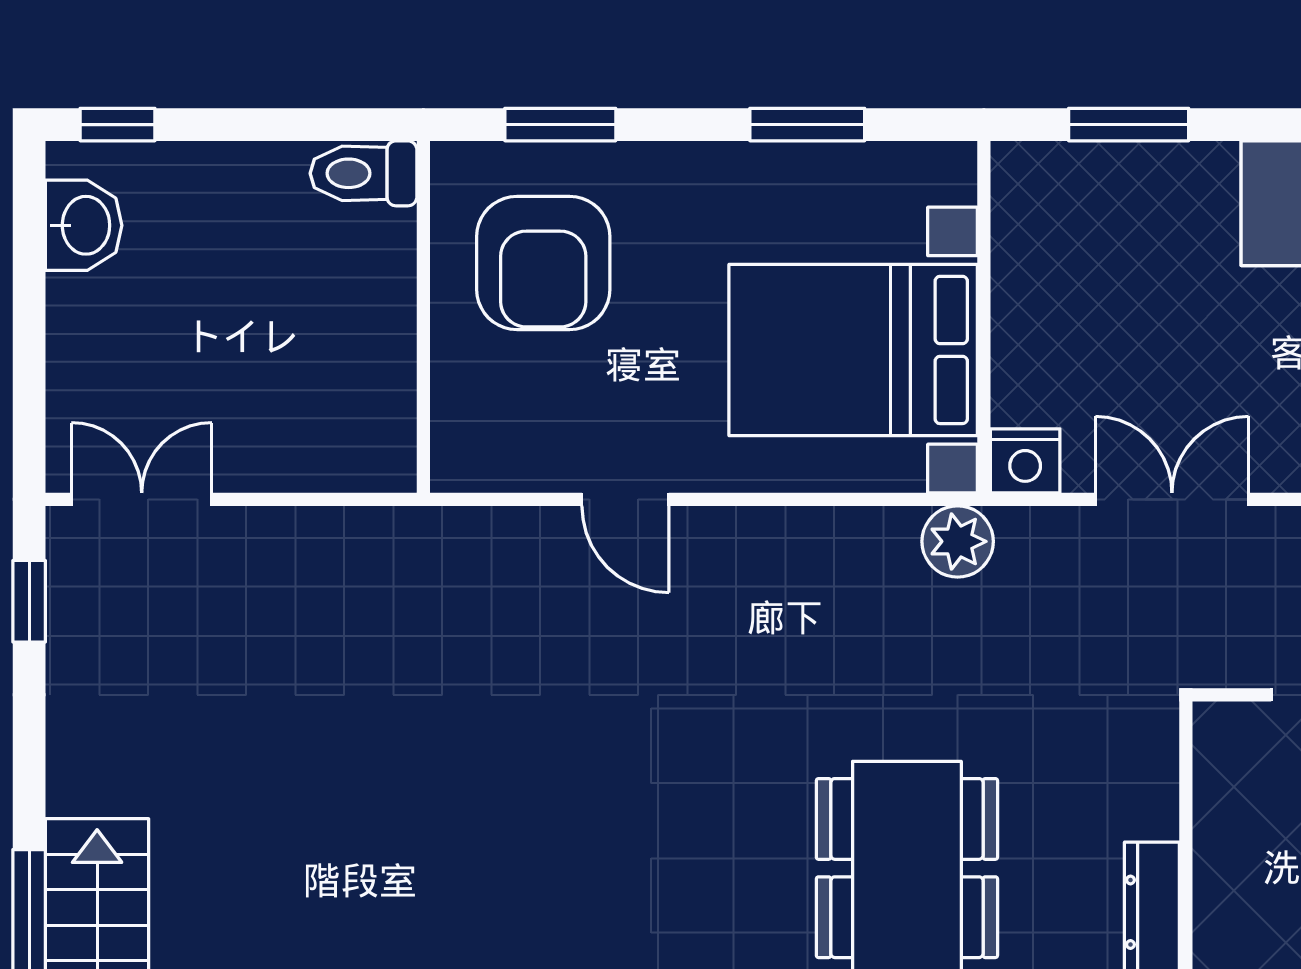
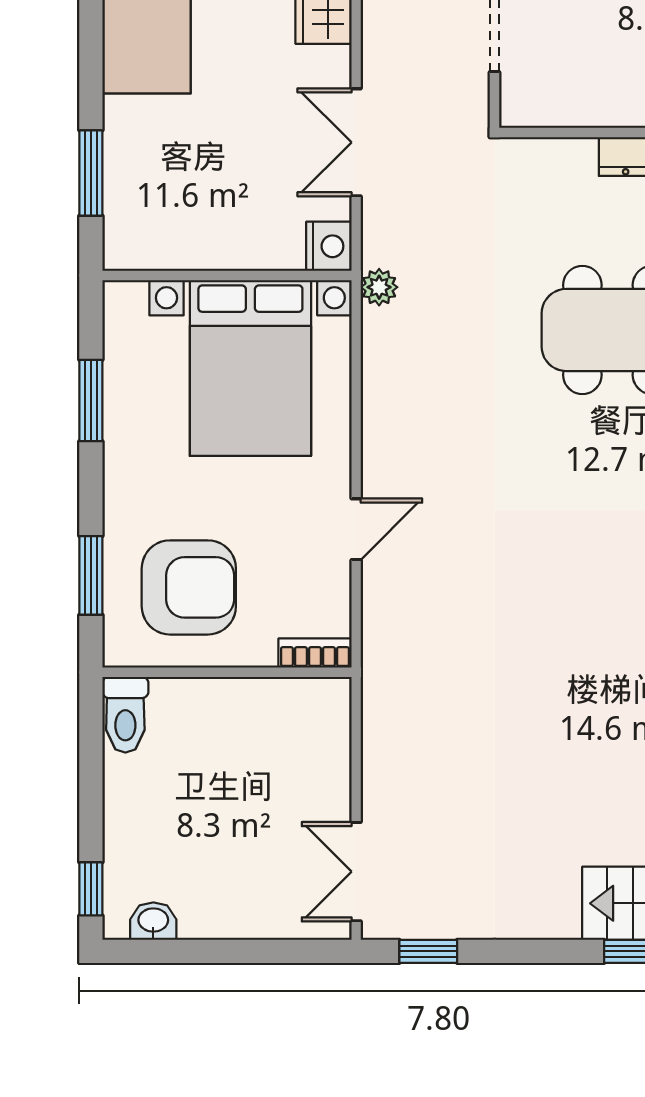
washbasin: (84, 225) -> (153, 921), width x0.72, depth x0.69
bookcase: (451, 441) -> (315, 653), added
plant: (958, 541) -> (379, 287), width x0.73, depth x0.73

